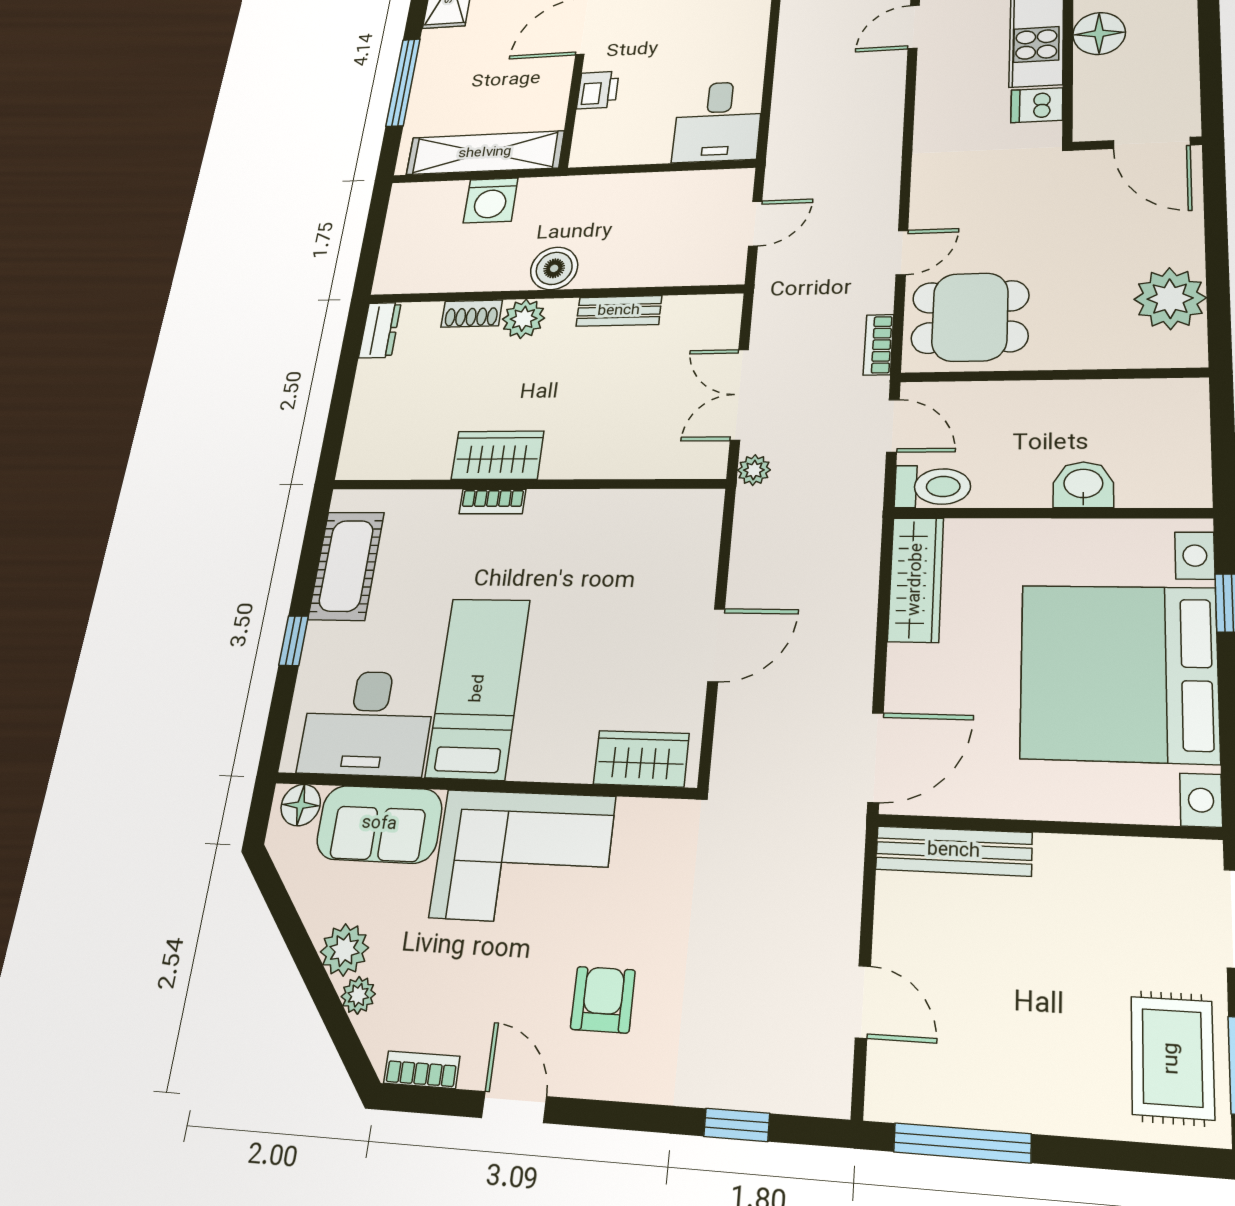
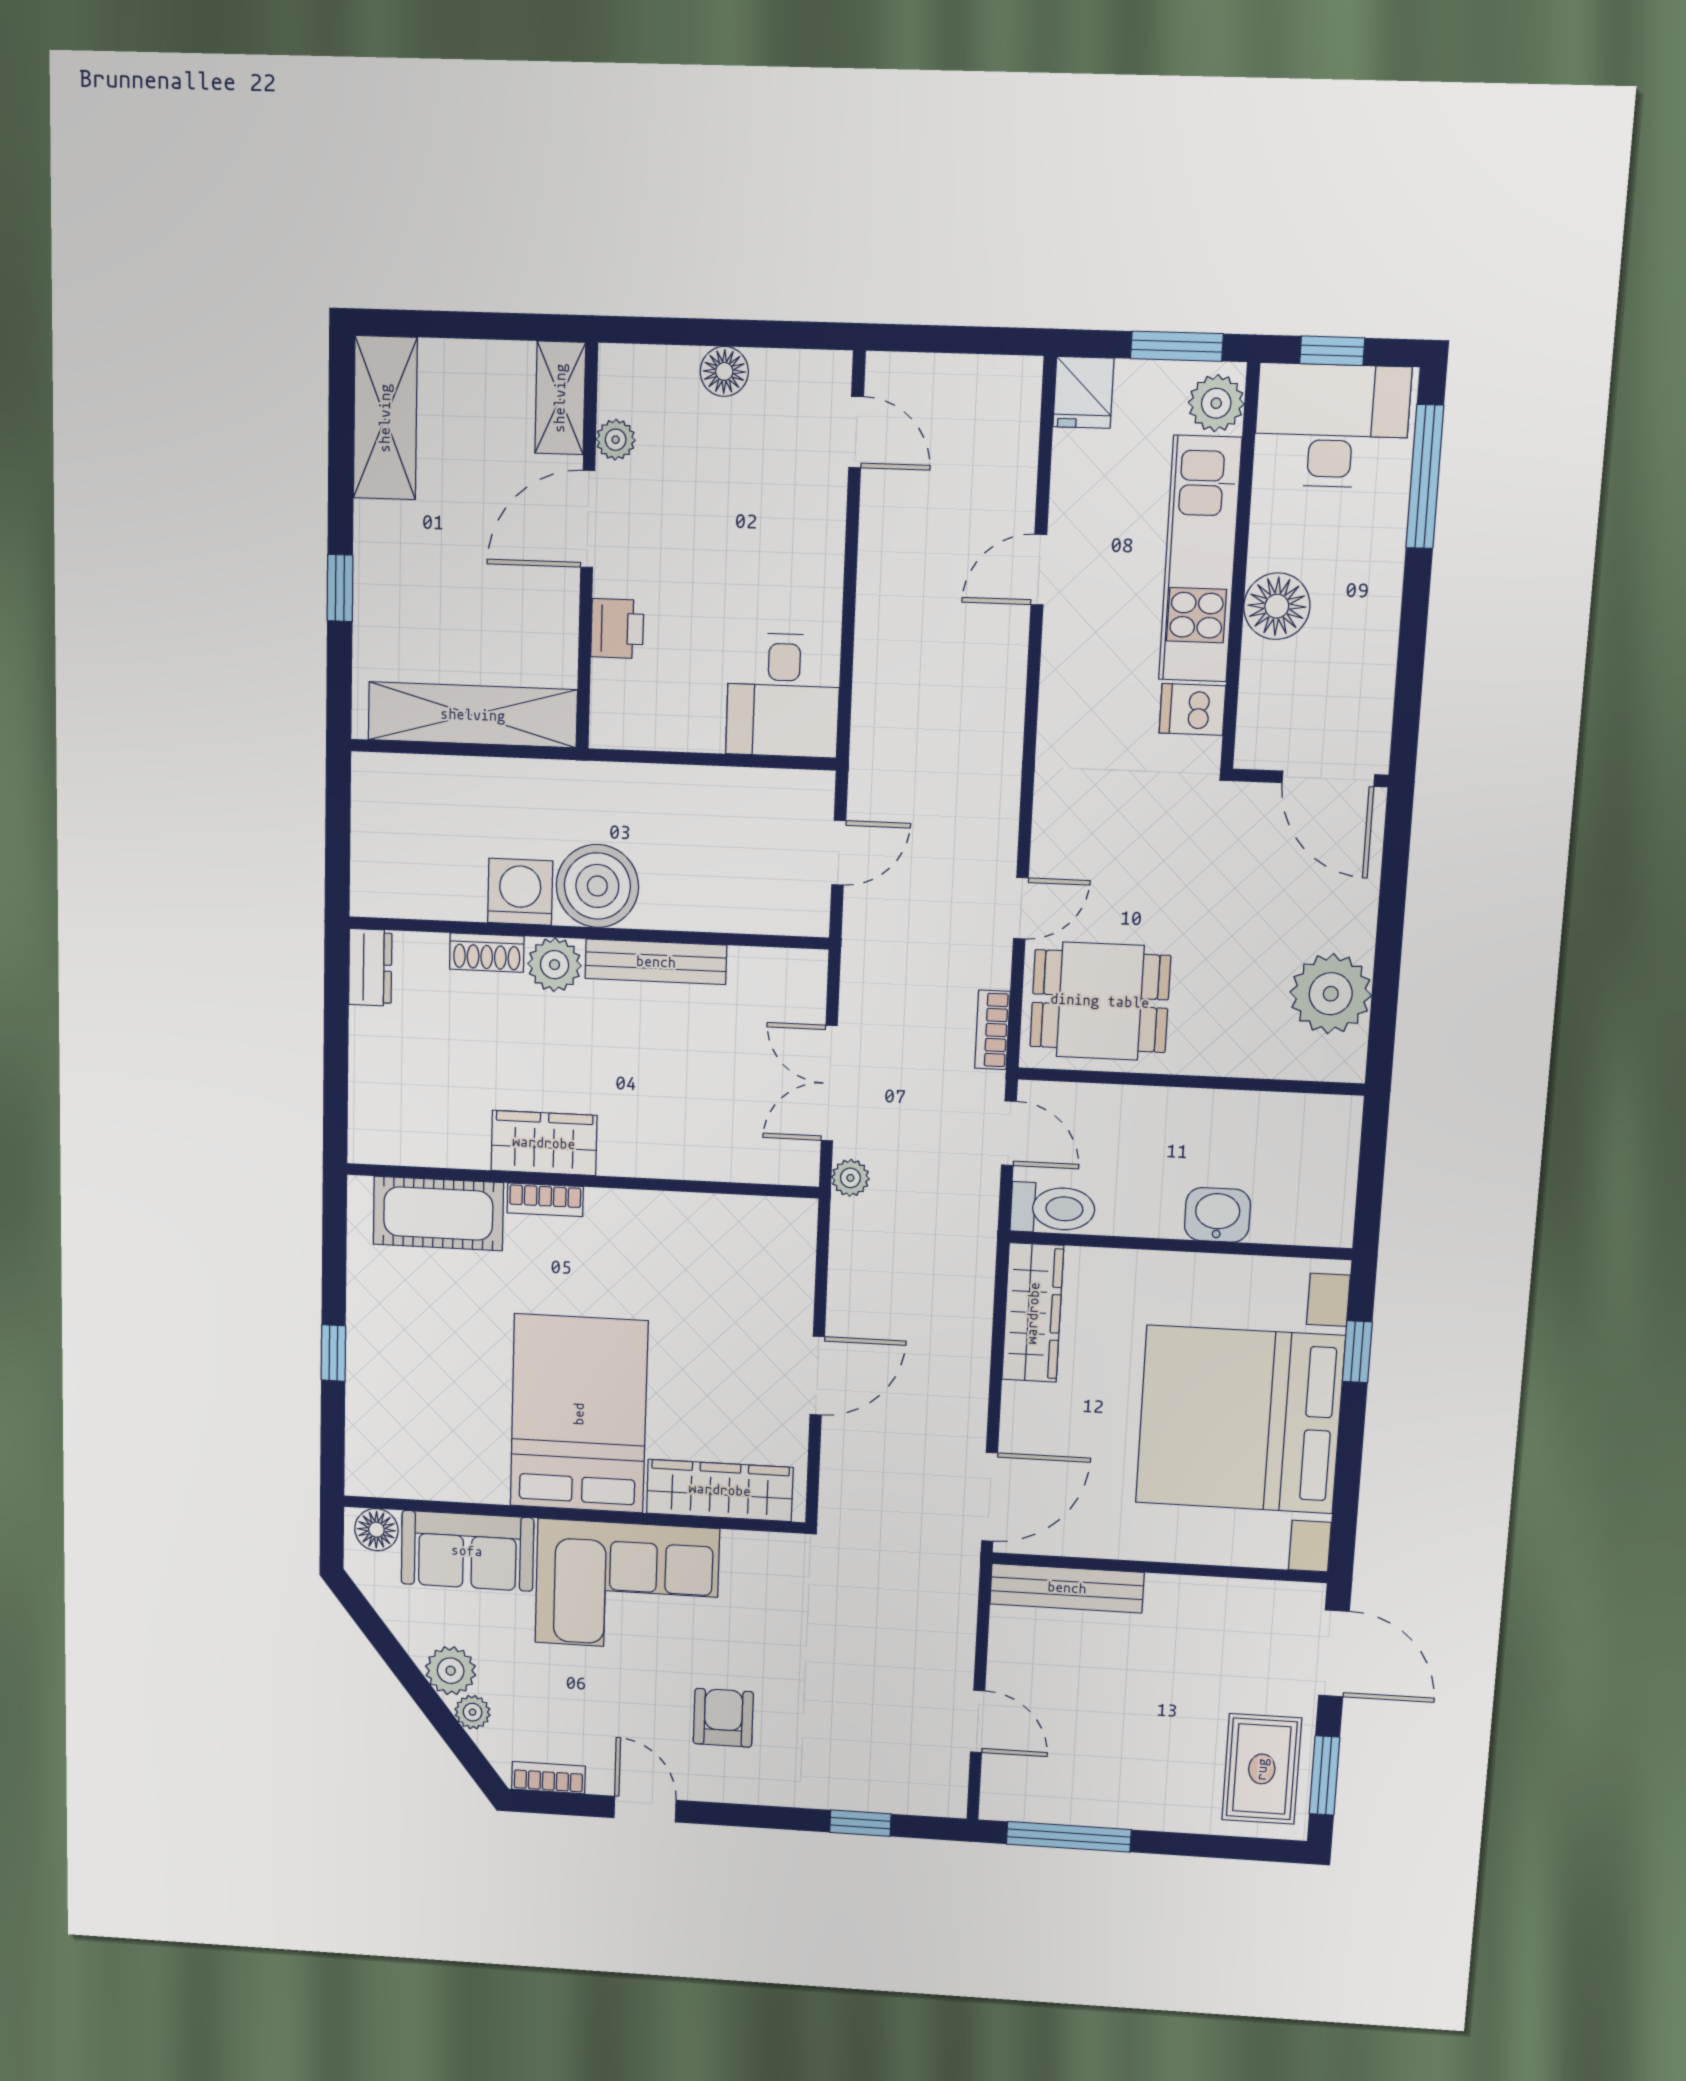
window: (403, 82) -> (340, 588), width x0.46
washing machine: (491, 200) -> (520, 892), moved, turned 180
boiler: (554, 268) -> (597, 886), width x1.37, depth x1.37
bench: (619, 311) -> (656, 962), width x1.36
cot: (346, 566) -> (438, 1214), moved, turned 90
bed: (478, 688) -> (579, 1414), width x1.50
desk: (367, 723) -> (436, 1447), removed
wardrobe: (641, 759) -> (720, 1490), width x1.50

